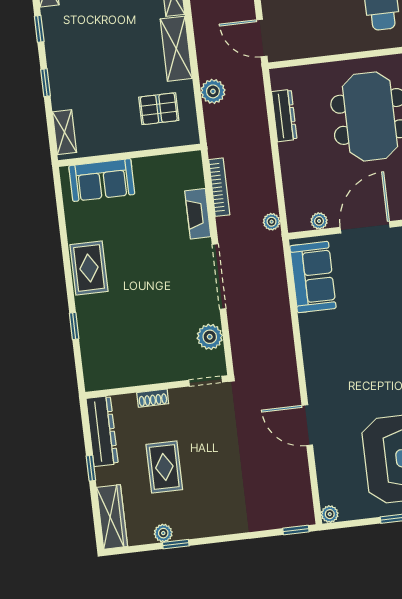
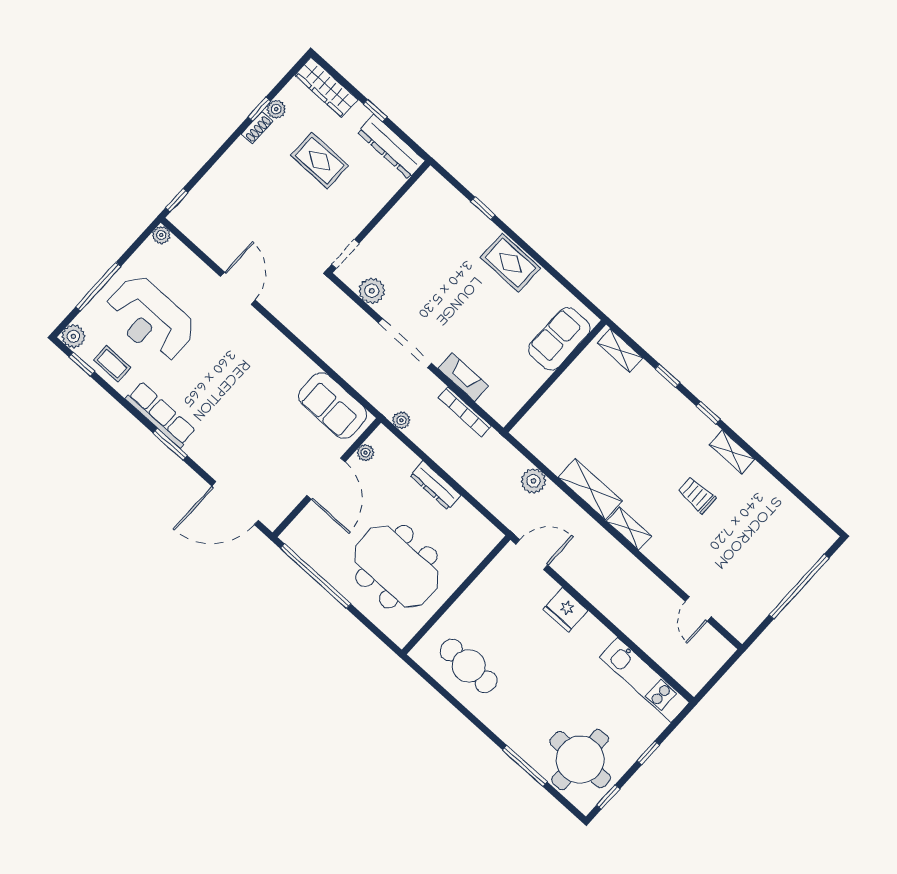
pallet: (159, 109) -> (563, 431), removed
dresser: (284, 116) -> (435, 485), moved
shoe rack: (153, 398) -> (257, 128), moved, turned 180
door: (307, 425) -> (238, 288), hinge flipped

